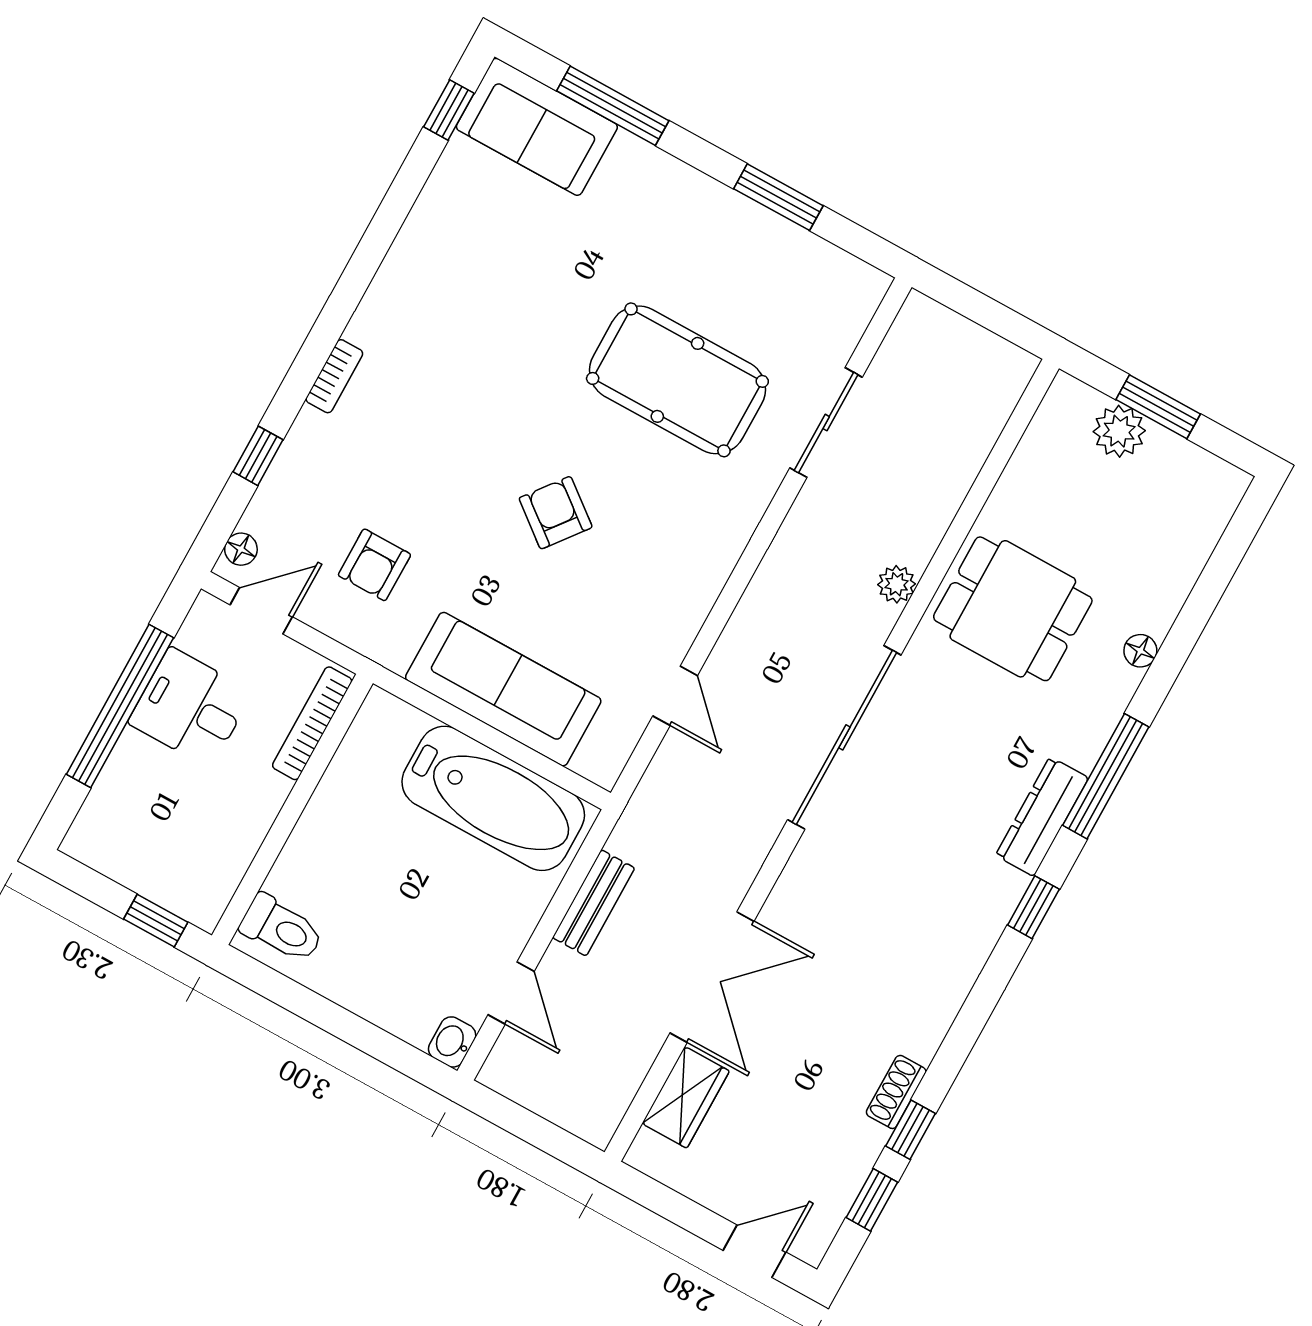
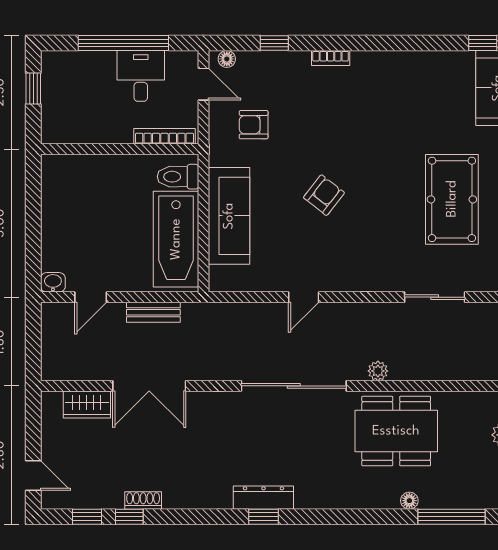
pool table: (677, 380) -> (452, 199), moved
dining table: (1013, 609) -> (396, 431), width x1.38
door: (675, 696) -> (304, 297), moved
window: (1106, 776) -> (452, 517), moved
dresser: (1042, 817) -> (263, 498), moved
window: (156, 921) -> (33, 89), moved
toilet: (282, 929) -> (178, 177), moved, turned 90

